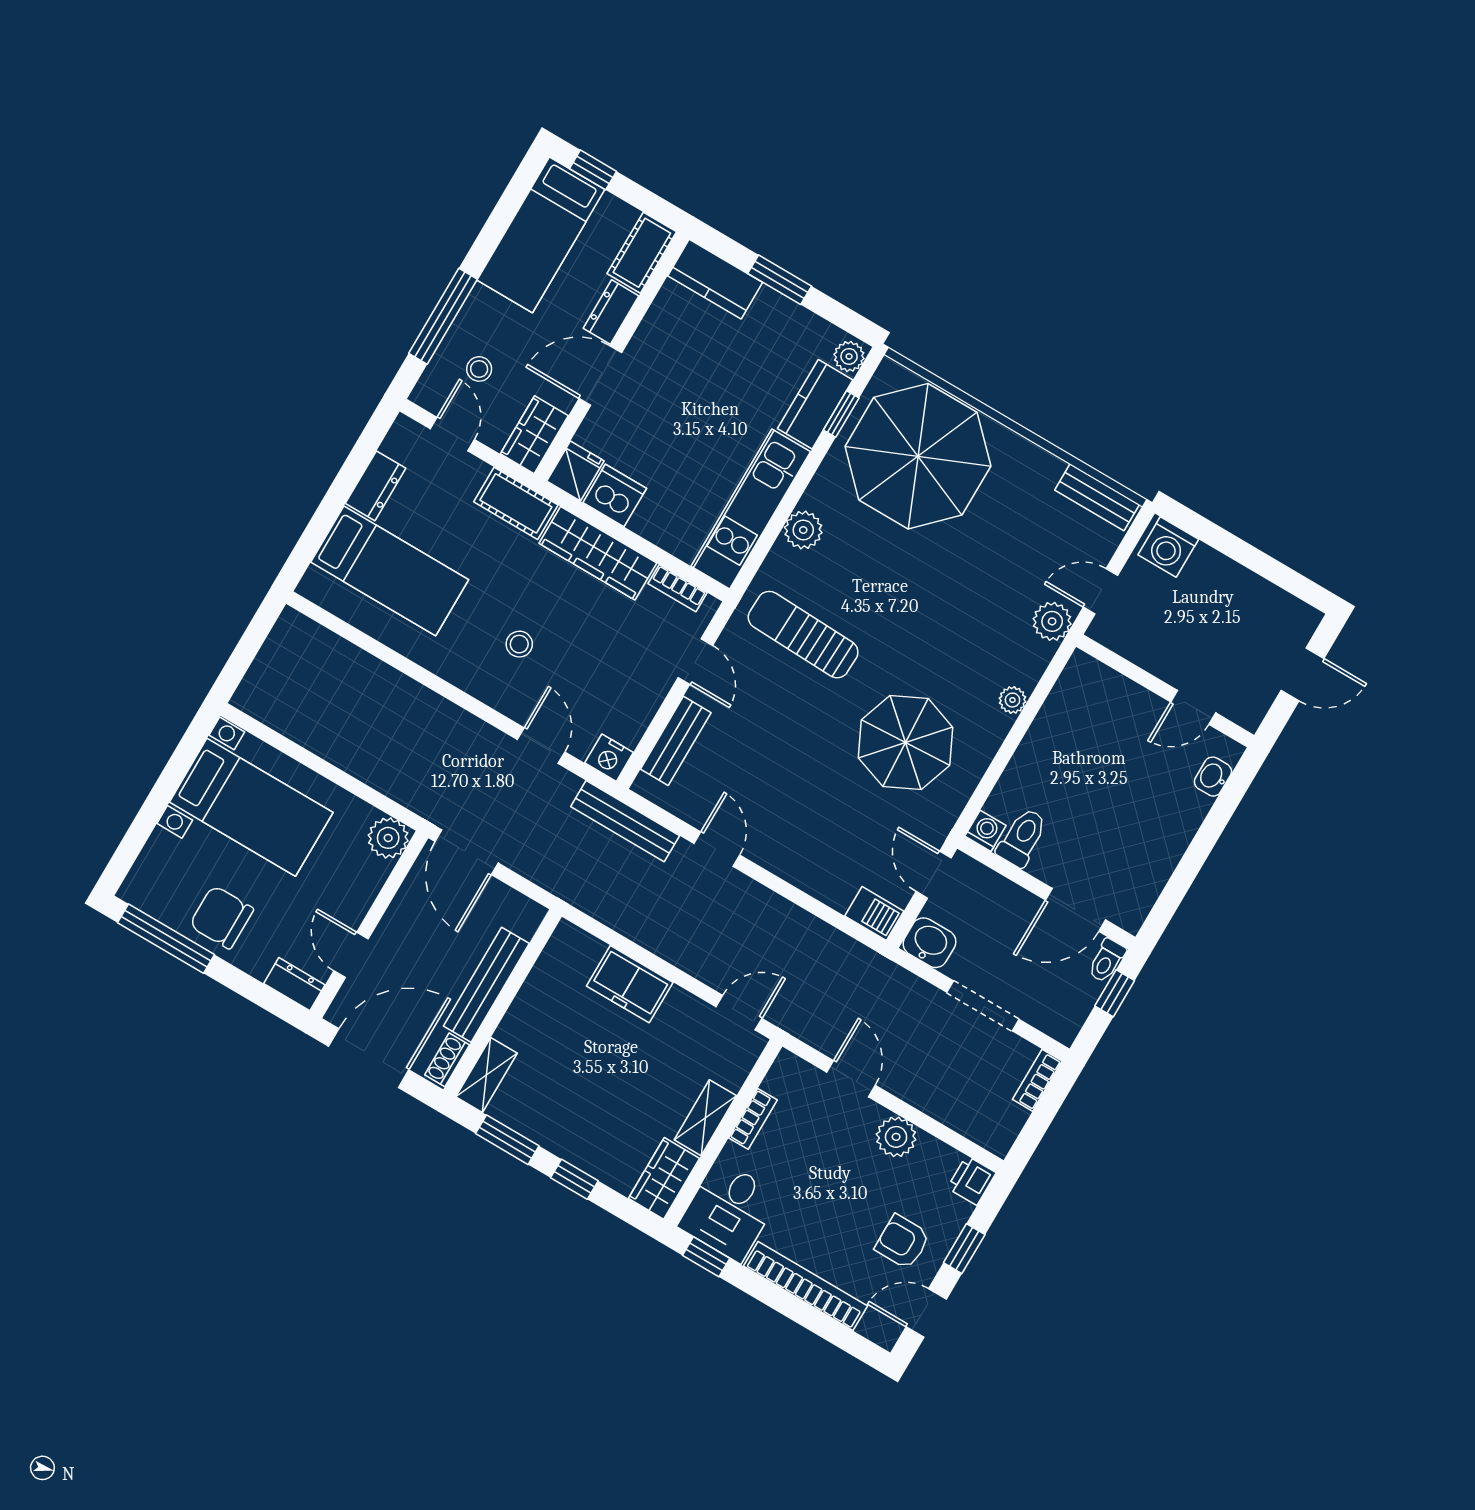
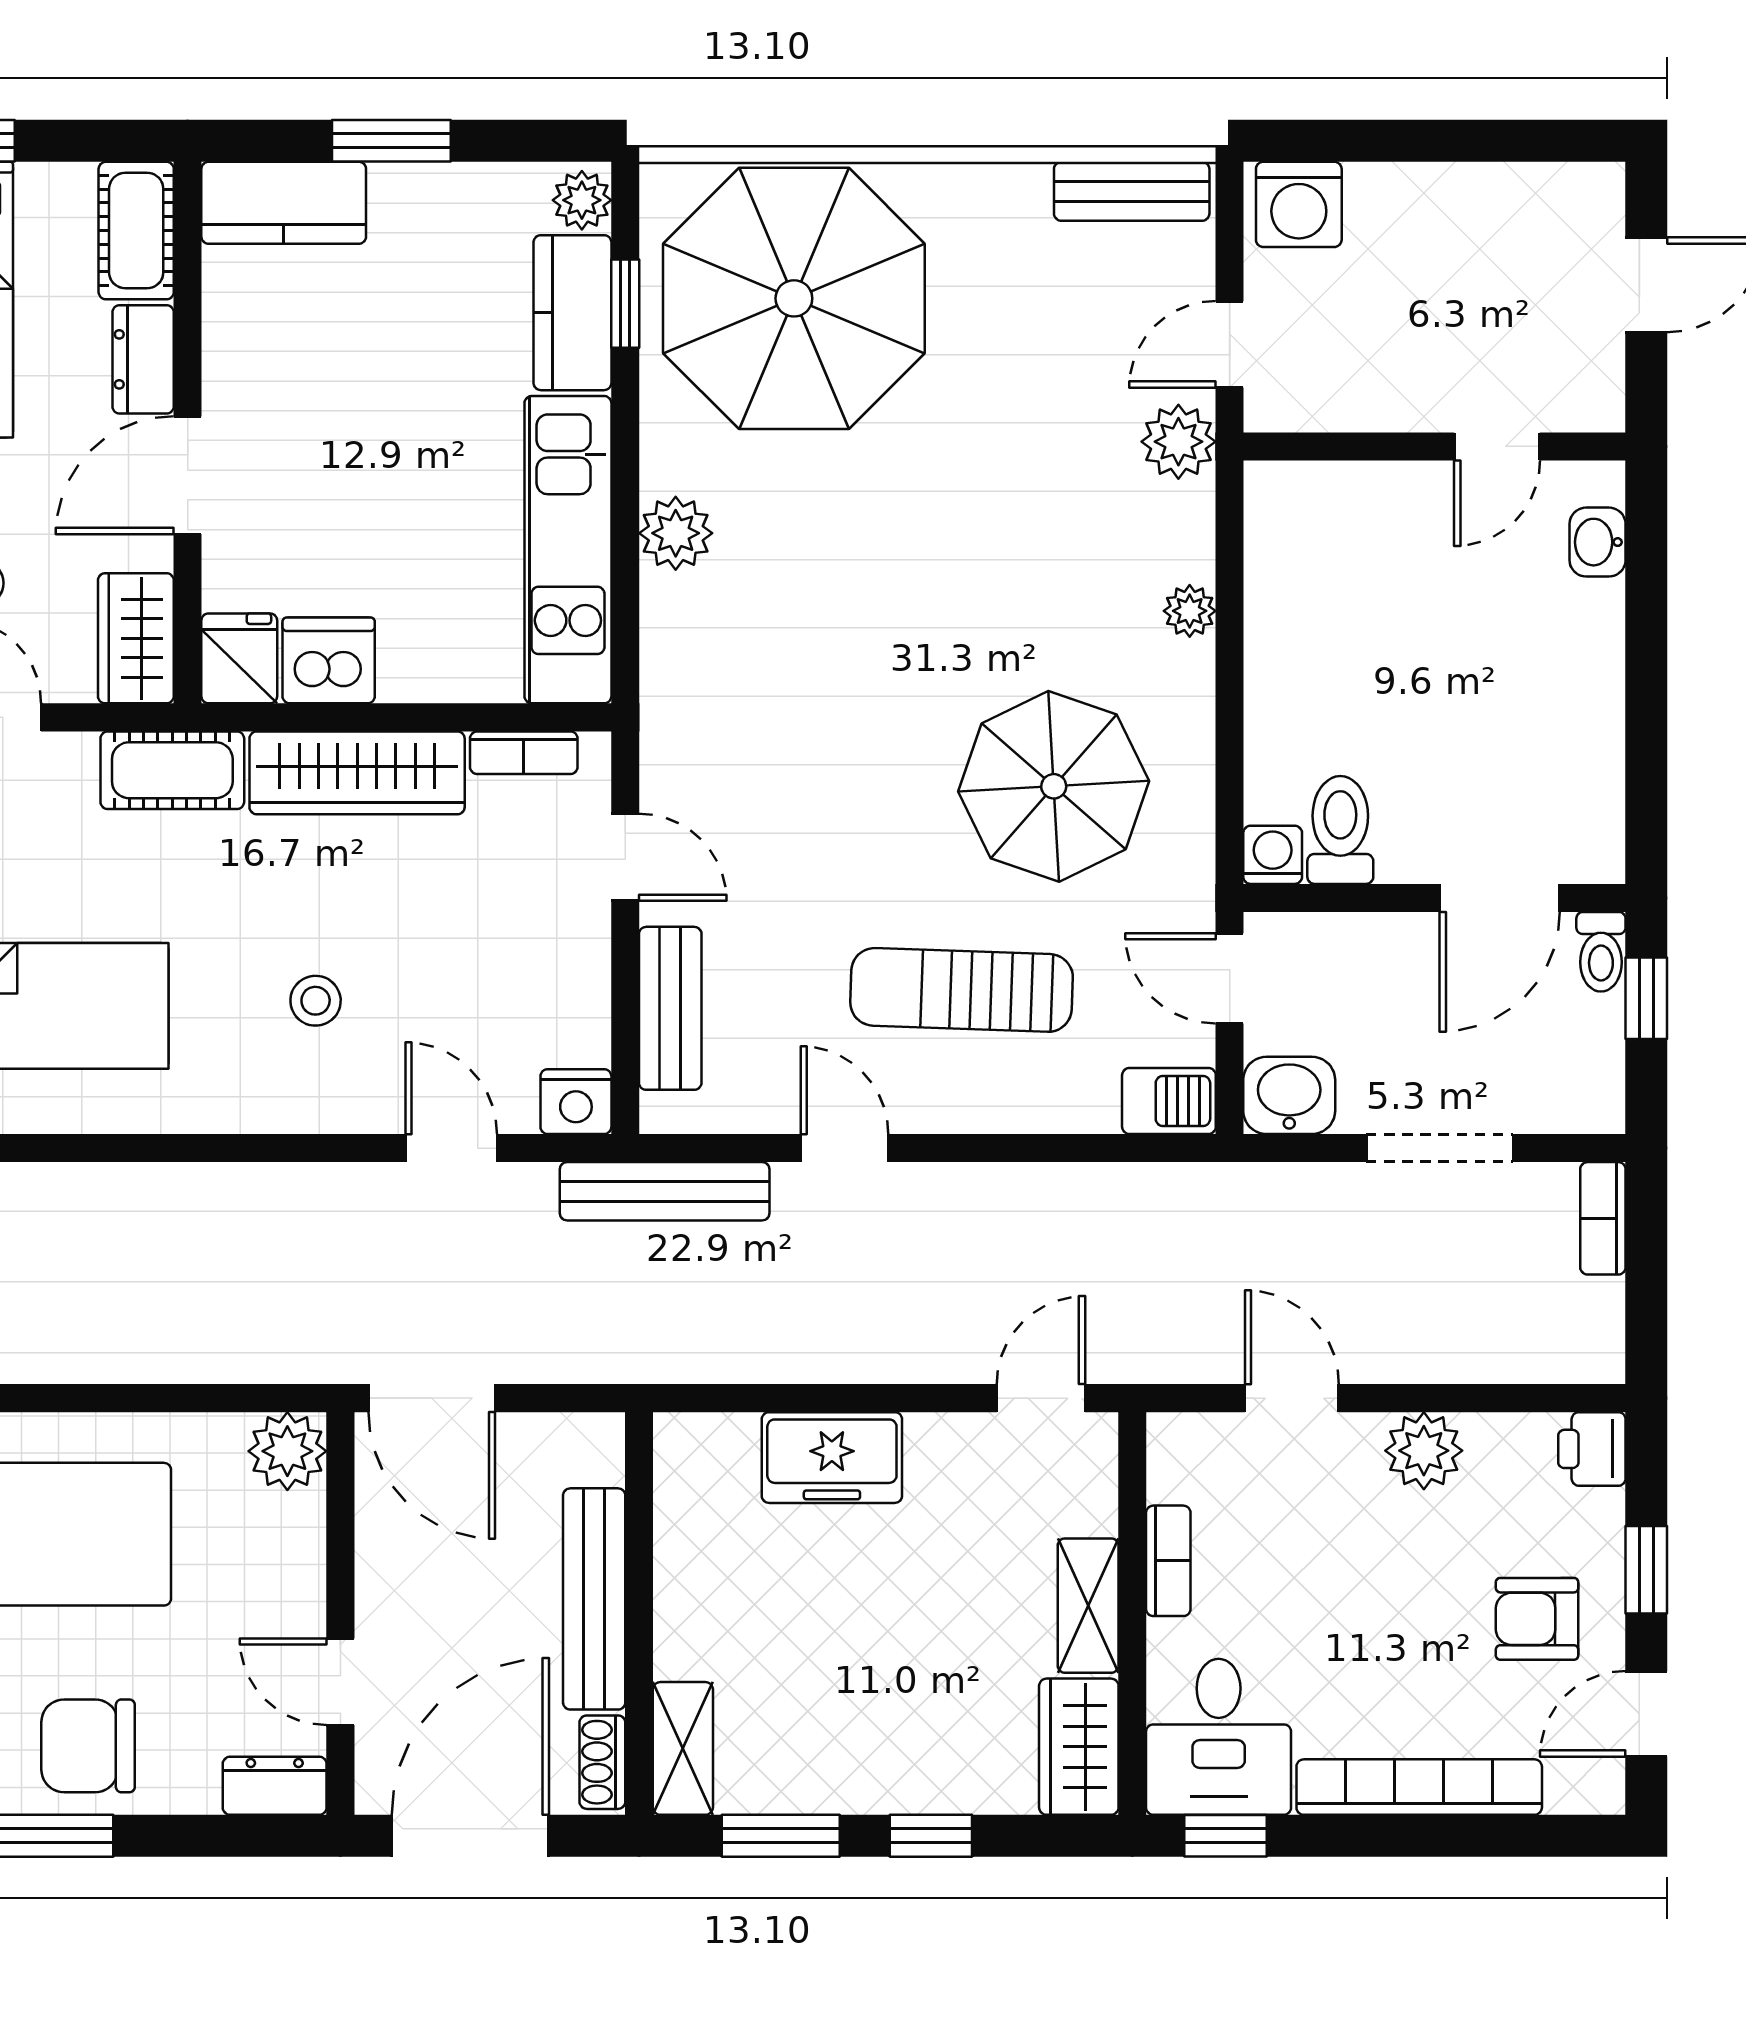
sun lounger: (803, 635) -> (962, 990), moved

